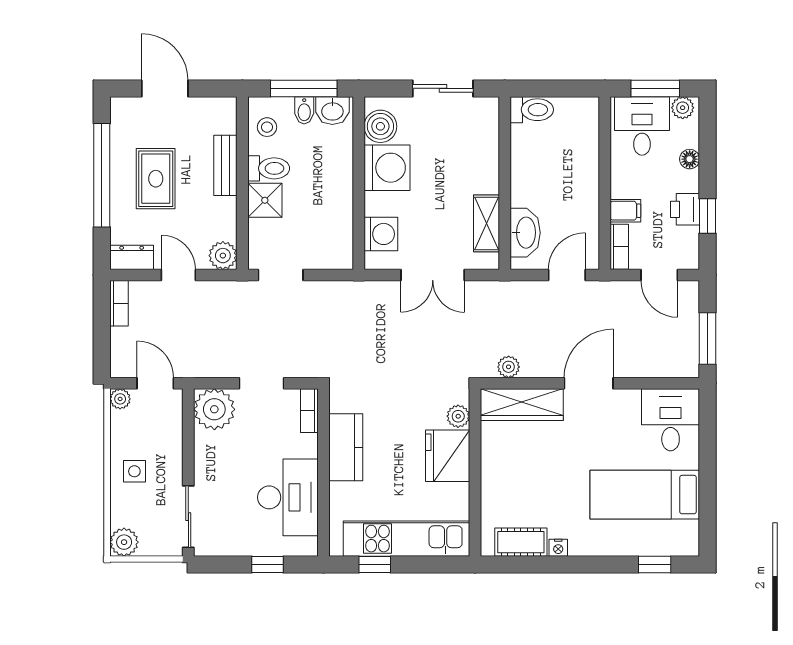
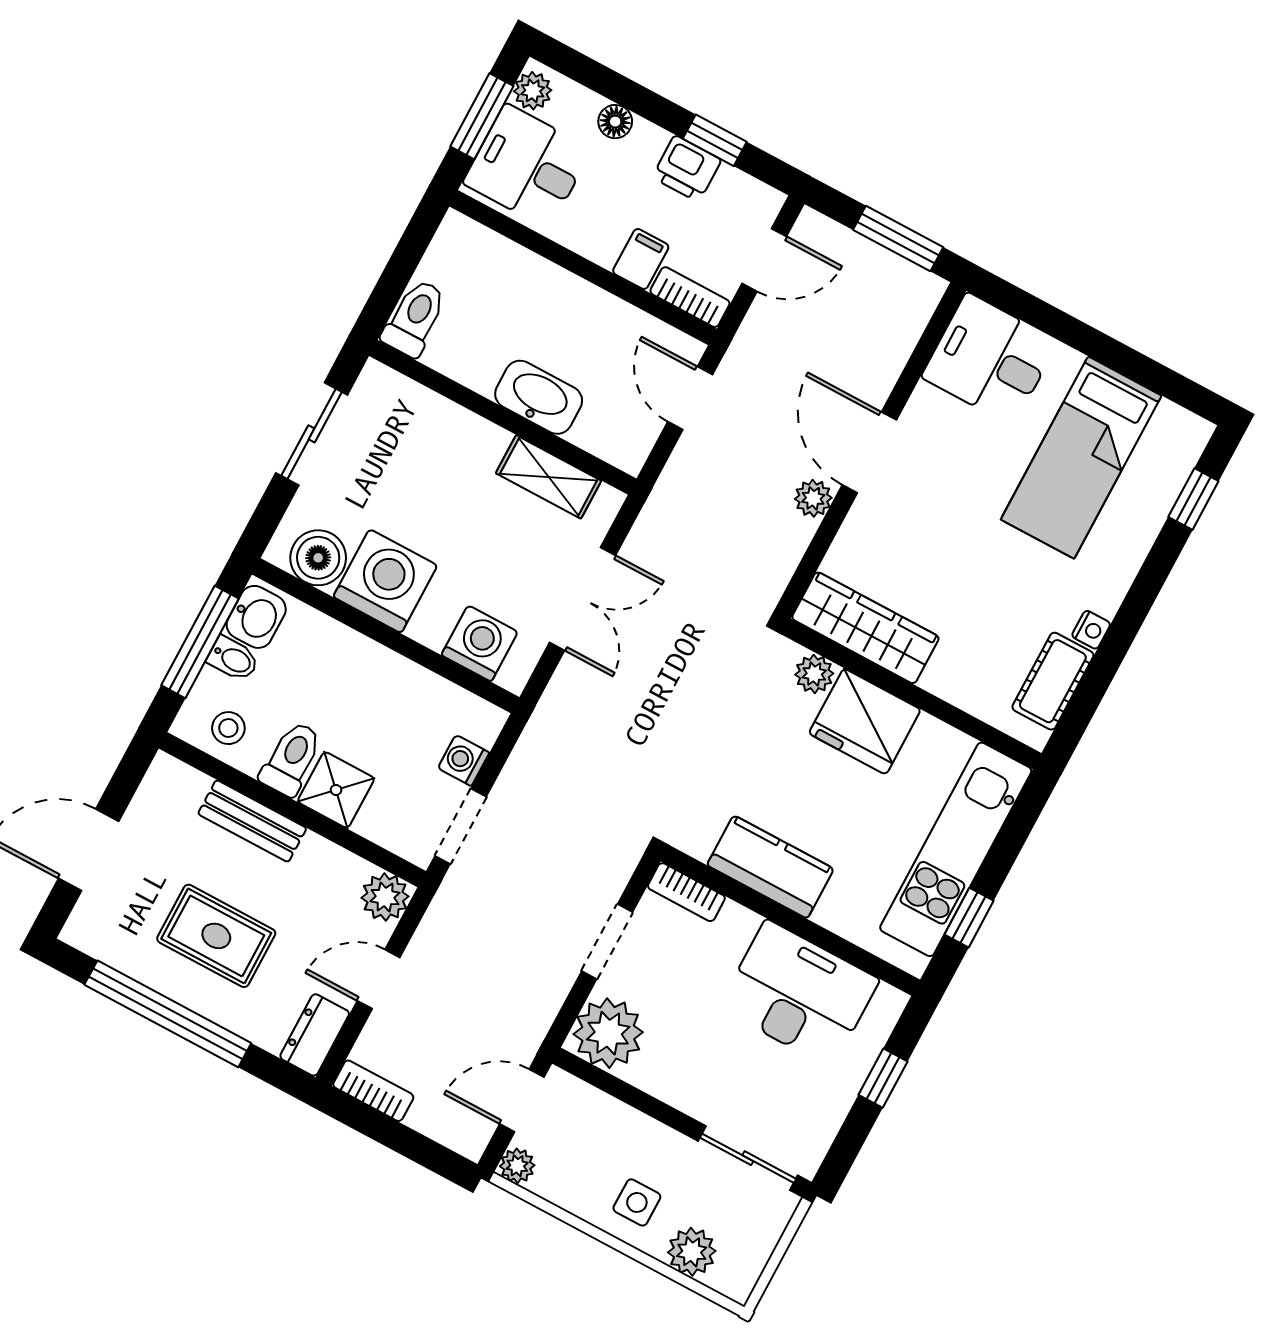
washbasin: (525, 233) -> (539, 397), moved
washing machine: (316, 258) -> (464, 760), added
plant: (509, 367) -> (813, 498), moved
wardrobe: (522, 405) -> (865, 628), moved, turned -90
plant: (124, 542) -> (692, 1252), moved

